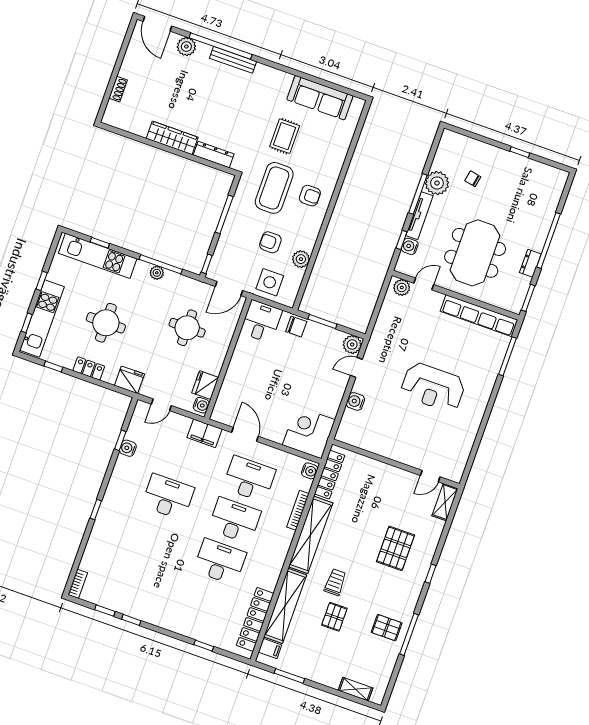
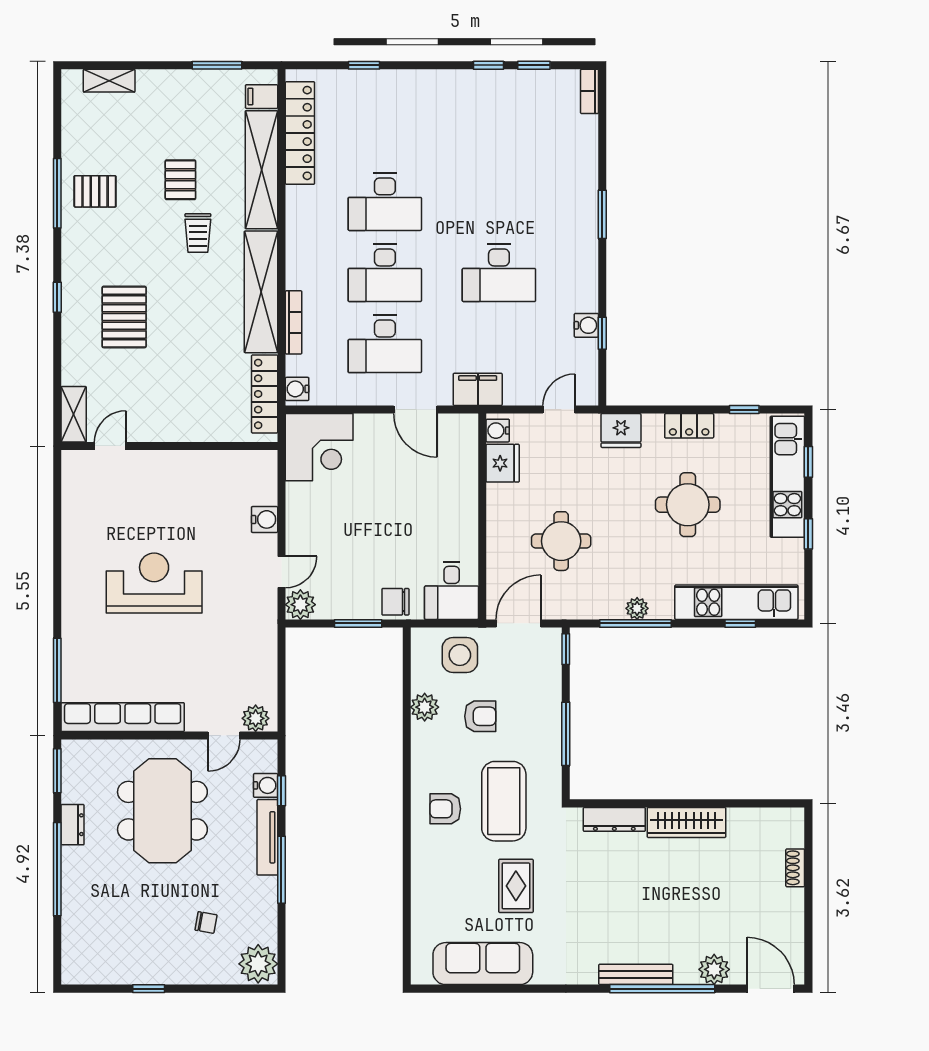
plant: (437, 183) -> (258, 964), moved
window: (96, 510) -> (602, 214), width x1.50

